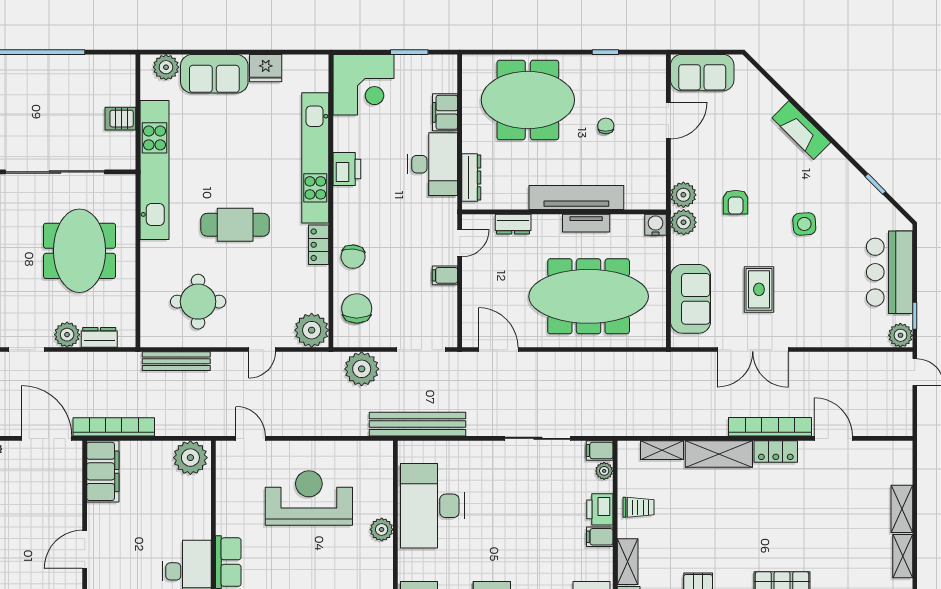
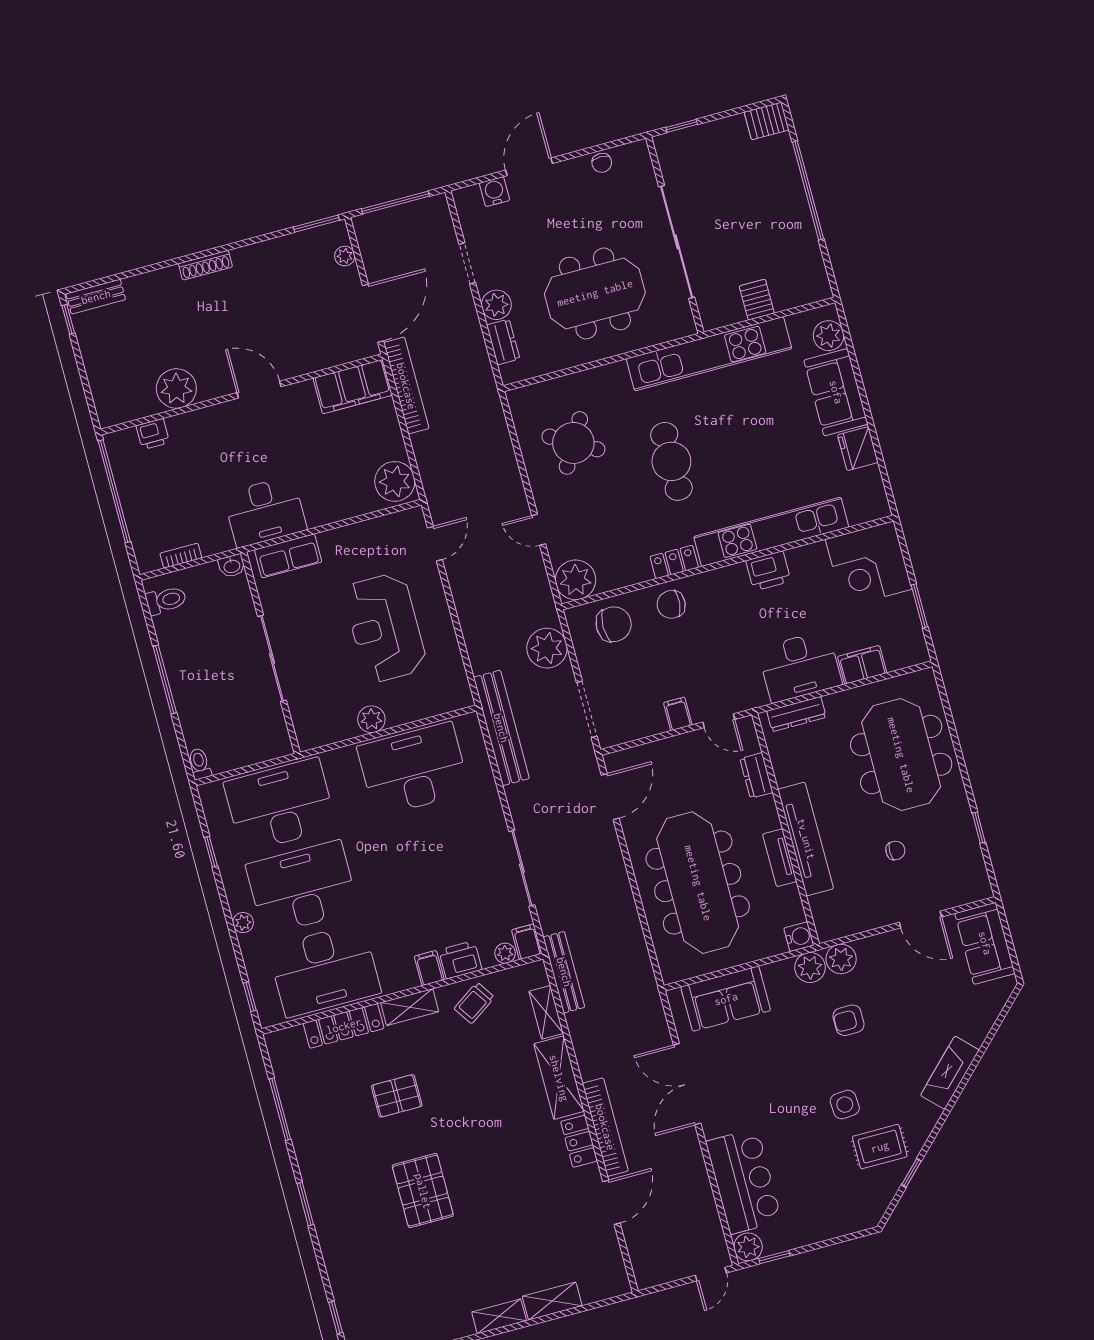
bar counter: (890, 272) -> (744, 1181), moved, turned 90
rug: (759, 289) -> (880, 1147), moved
round table: (198, 302) -> (573, 443), turned 30
bench: (176, 361) -> (564, 972), moved
reception desk: (309, 498) -> (385, 628), turned 180
trolley: (638, 507) -> (474, 1003), turned 56

